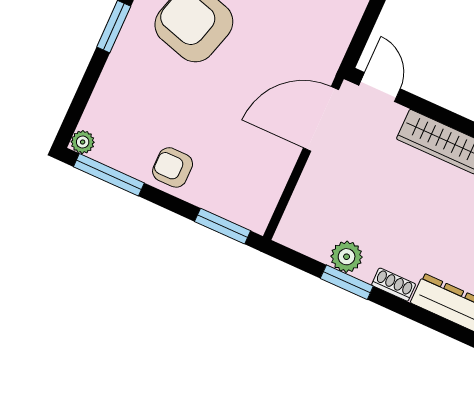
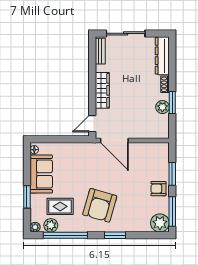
plant: (83, 142) -> (160, 223), width x1.88, depth x1.88
armchair: (173, 167) -> (158, 189), turned 90
window: (223, 226) -> (172, 174), moved

